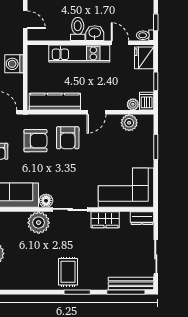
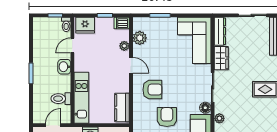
toilet: (78, 29) -> (61, 99), moved
kitchen unit: (79, 53) -> (81, 98), moved
kitchen counter: (55, 102) -> (122, 108), width x0.67
plant: (133, 104) -> (124, 46), moved
armchair: (35, 141) -> (167, 117), moved
dresser: (142, 218) -> (220, 31), width x1.44
plant: (39, 223) -> (219, 118), width x0.53, depth x0.53

